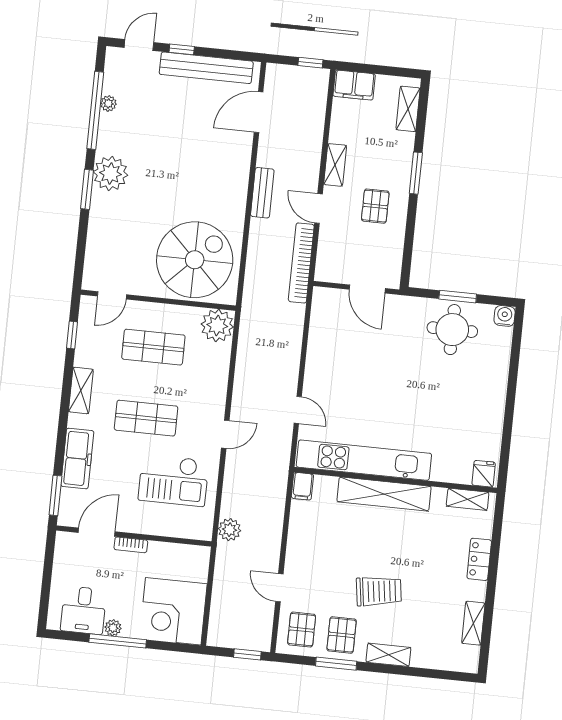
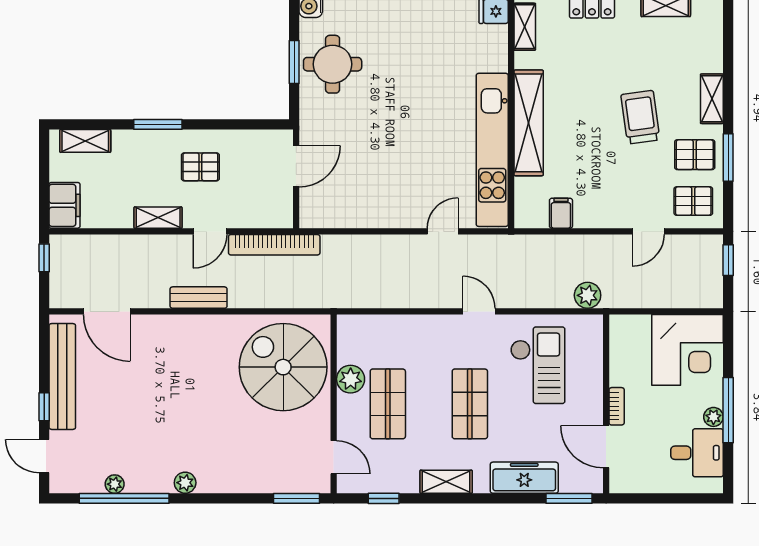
plant: (111, 173) -> (185, 483), width x0.53, depth x0.53
window: (87, 189) -> (296, 498), moved
plant: (217, 325) -> (351, 379), moved, width x0.73, depth x0.73
filing cabinet: (302, 486) -> (561, 213), moved, turned -90

